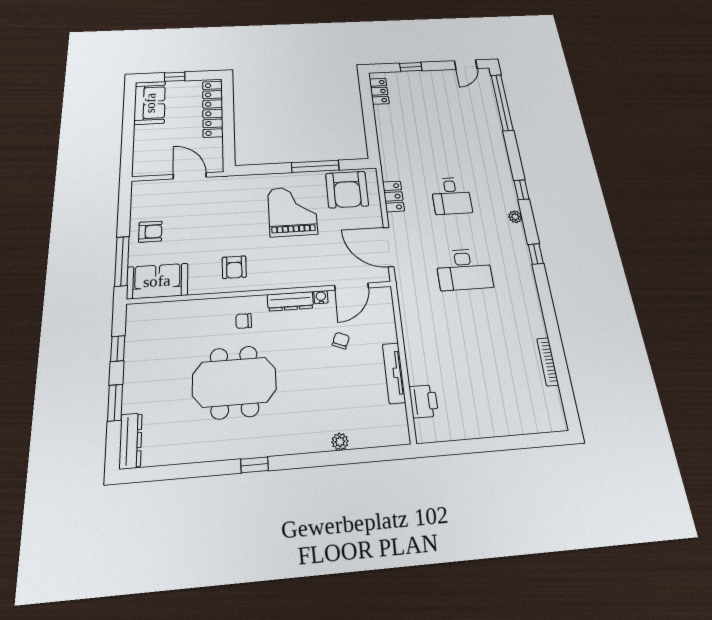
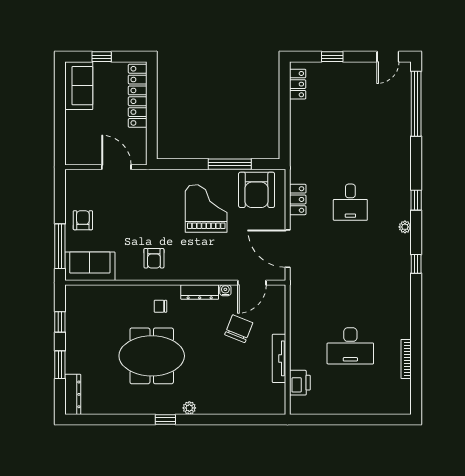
armchair: (150, 232) -> (83, 220), turned -90
desk: (464, 270) -> (350, 346), moved
chair: (341, 341) -> (239, 329), width x1.87, depth x1.87
plant: (340, 442) -> (189, 408), moved

